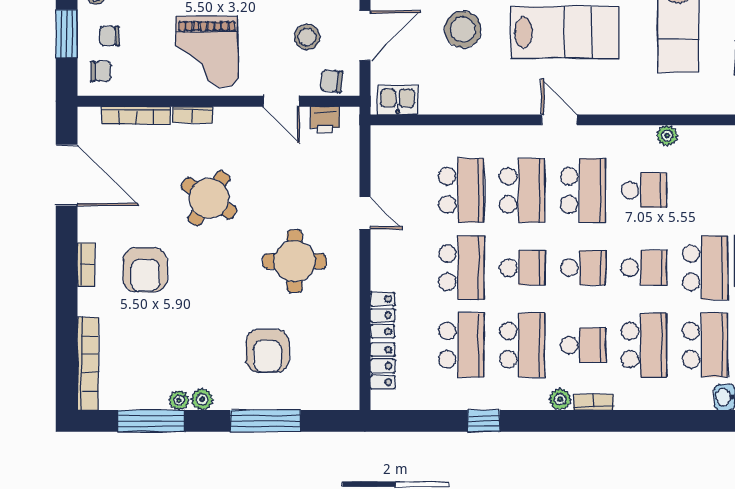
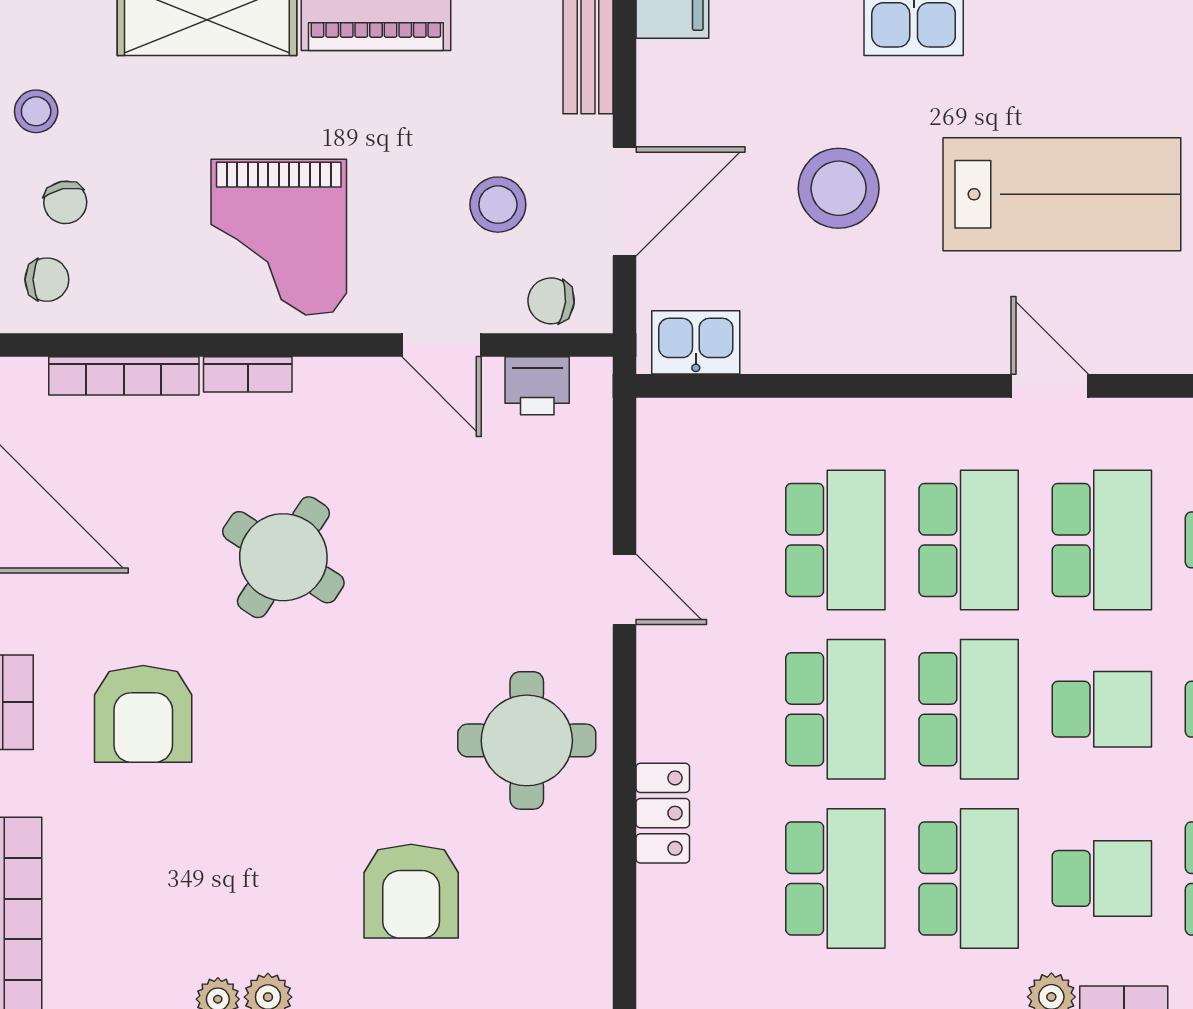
chair: (109, 36) -> (65, 202), turned -101
round table: (295, 261) -> (527, 740), moved
school desk: (522, 268) -> (969, 709), width x1.85
locker: (383, 366) -> (663, 924), removed

